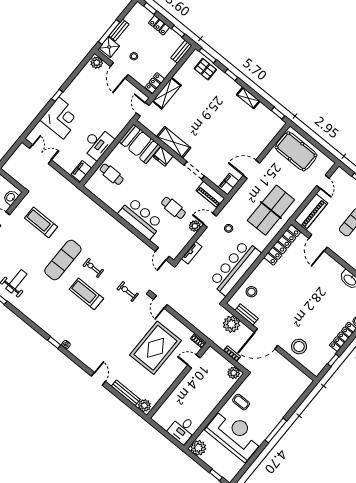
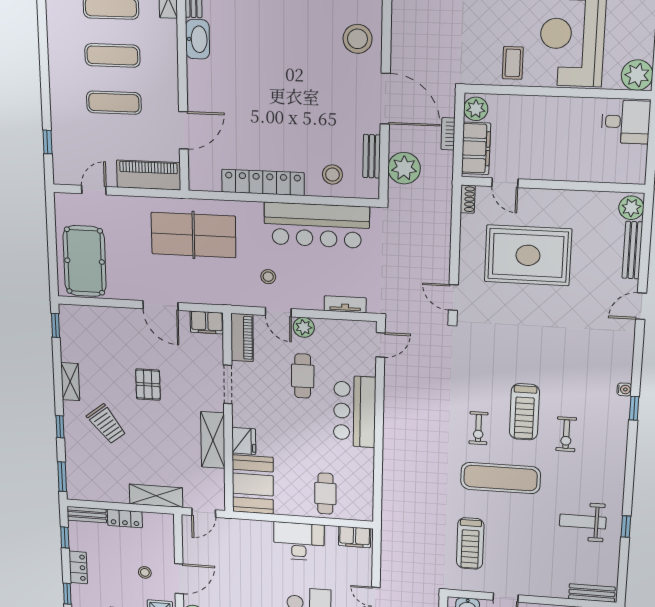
pallet: (205, 69) -> (148, 385), moved
locker: (155, 83) -> (125, 519), moved
trolley: (217, 98) -> (106, 424), added
locker: (282, 245) -> (263, 182), moved
exercise bike: (128, 292) -> (566, 434), moved
door: (160, 302) -> (453, 298), swing flipped
filing cabinet: (217, 360) -> (476, 148), added

